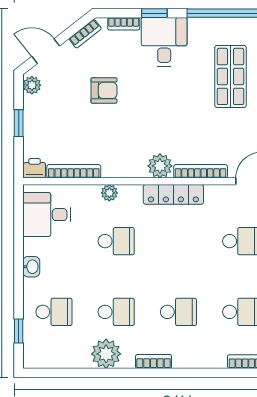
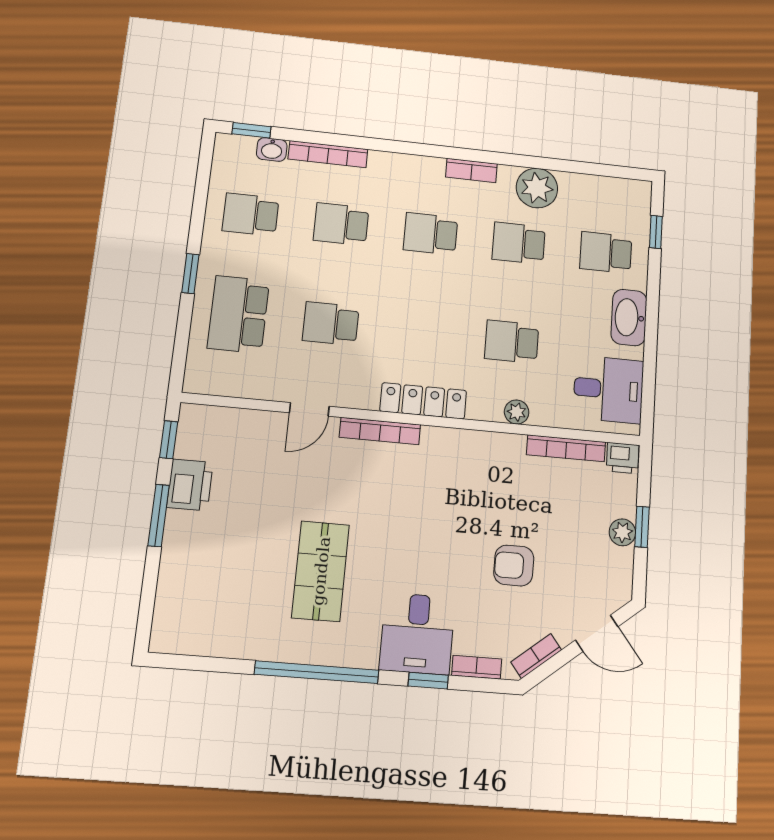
plant: (32, 85) -> (622, 532), moved
plant: (160, 166) -> (439, 445), removed
washbasin: (31, 267) -> (629, 317), width x1.91, depth x1.45

